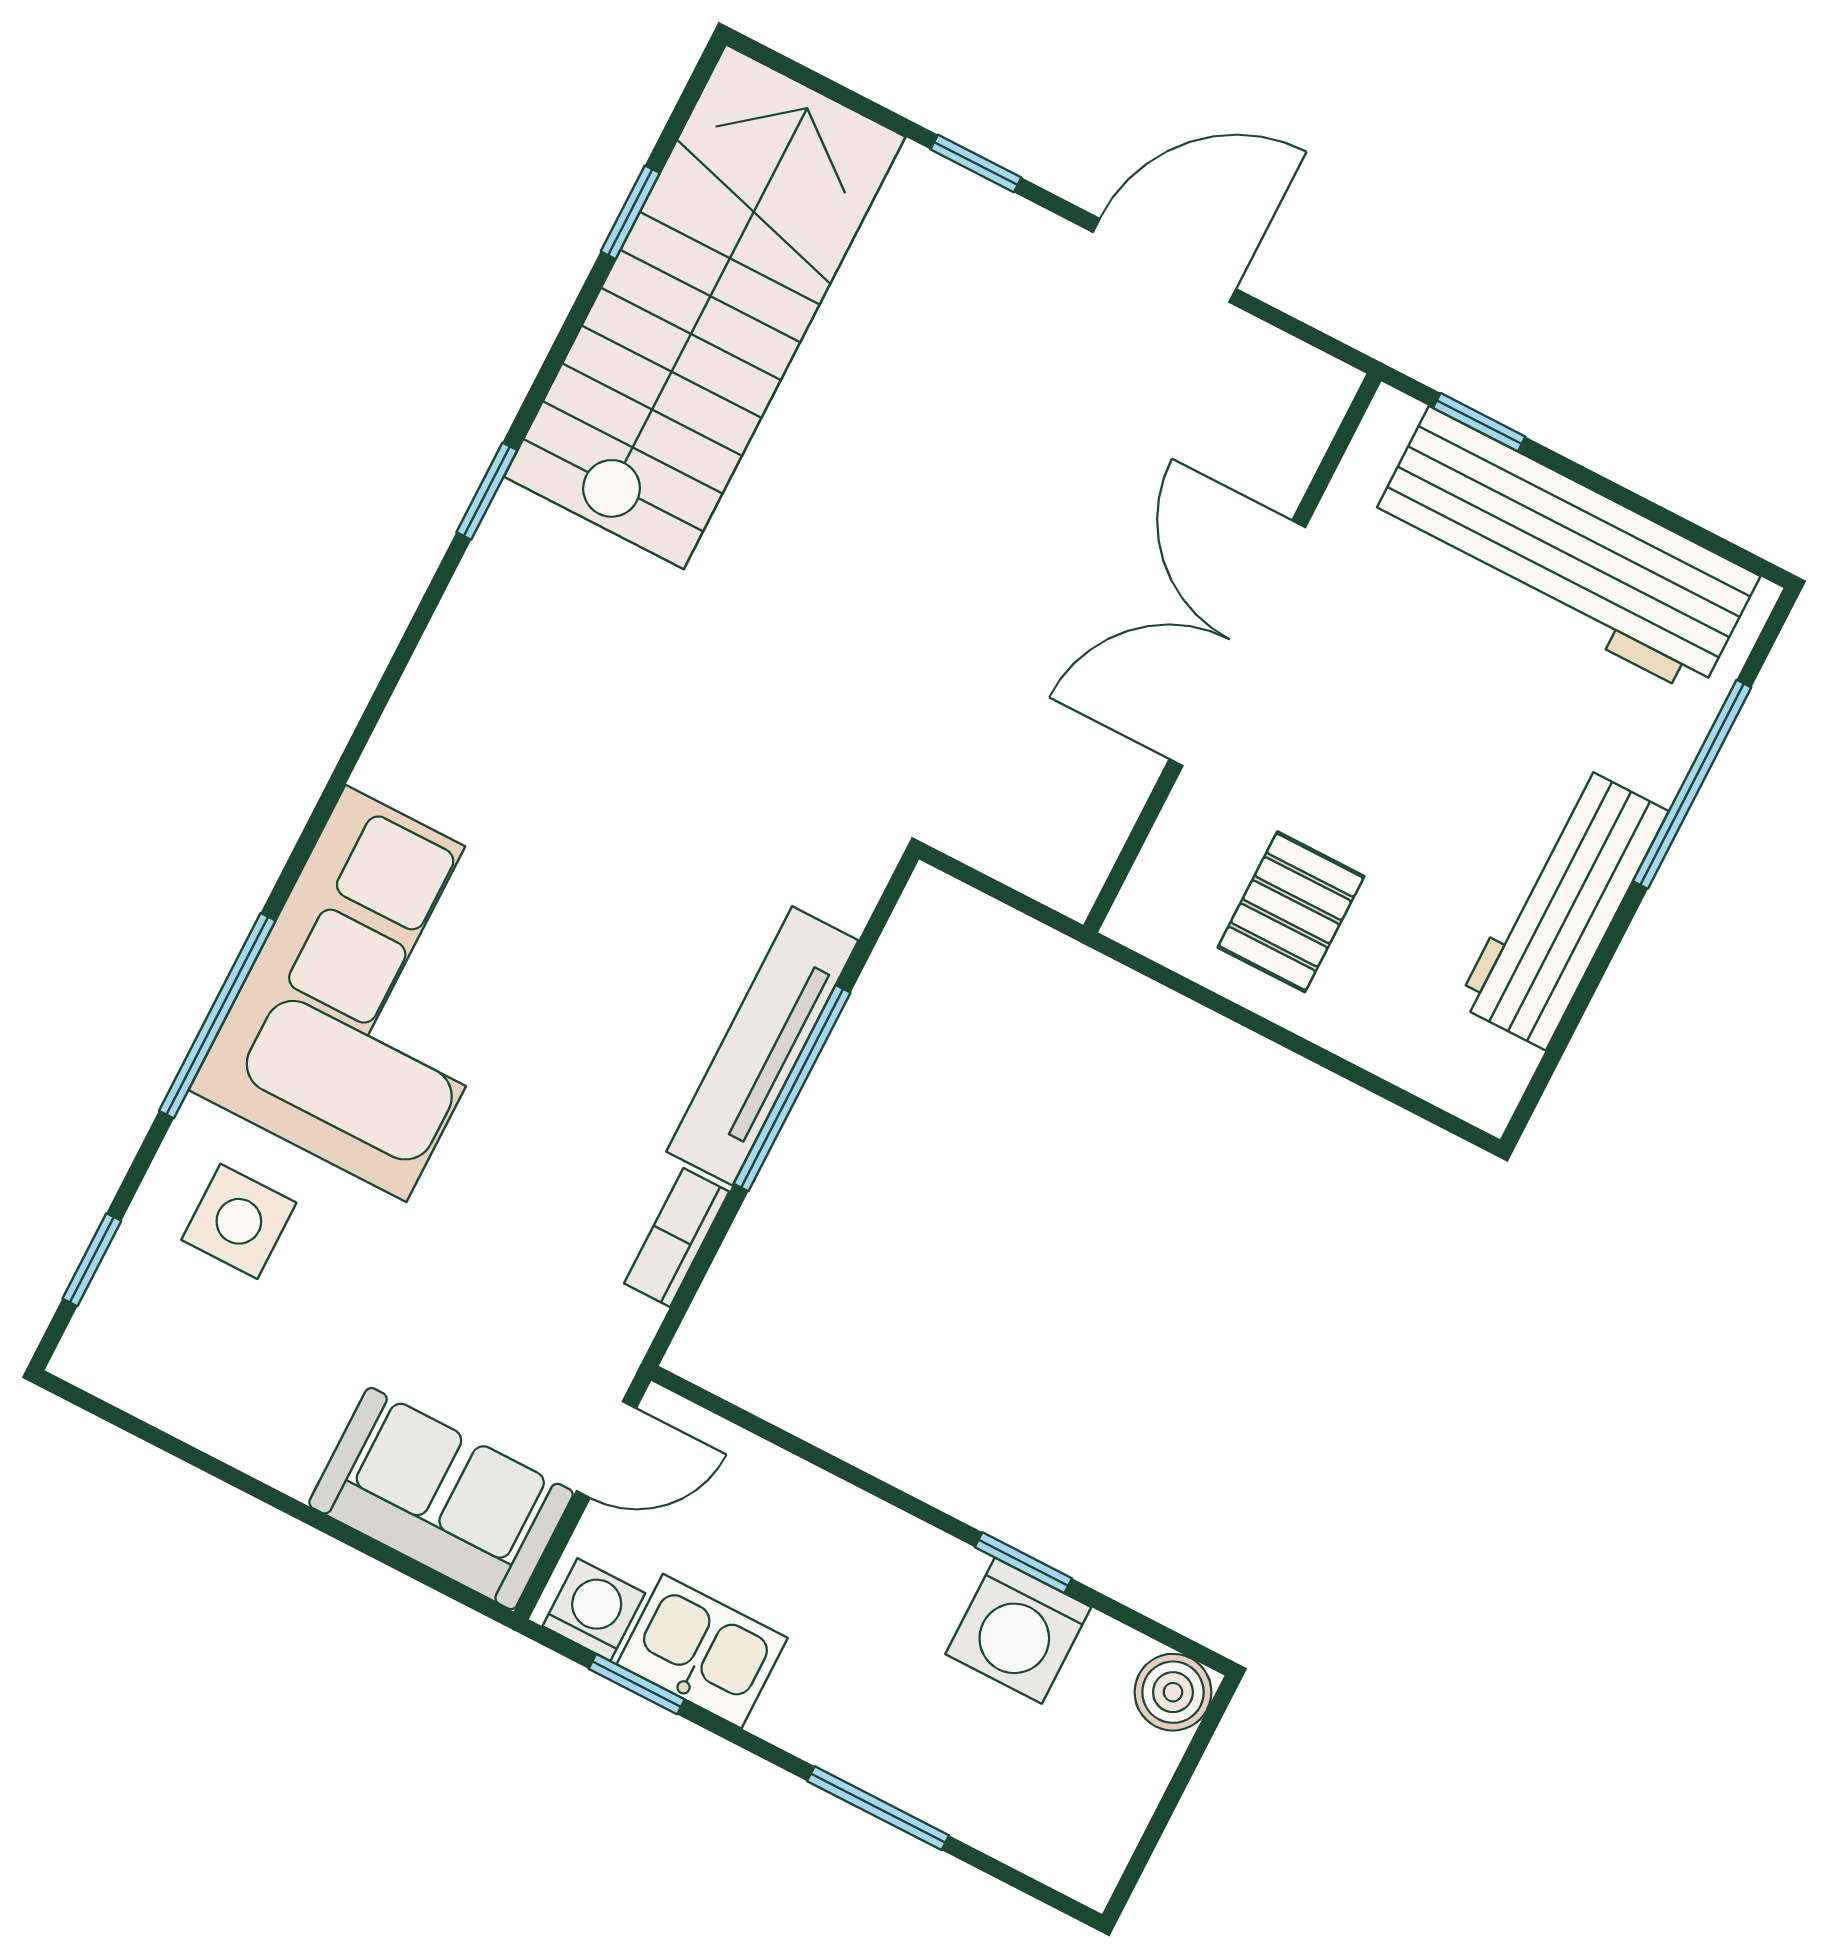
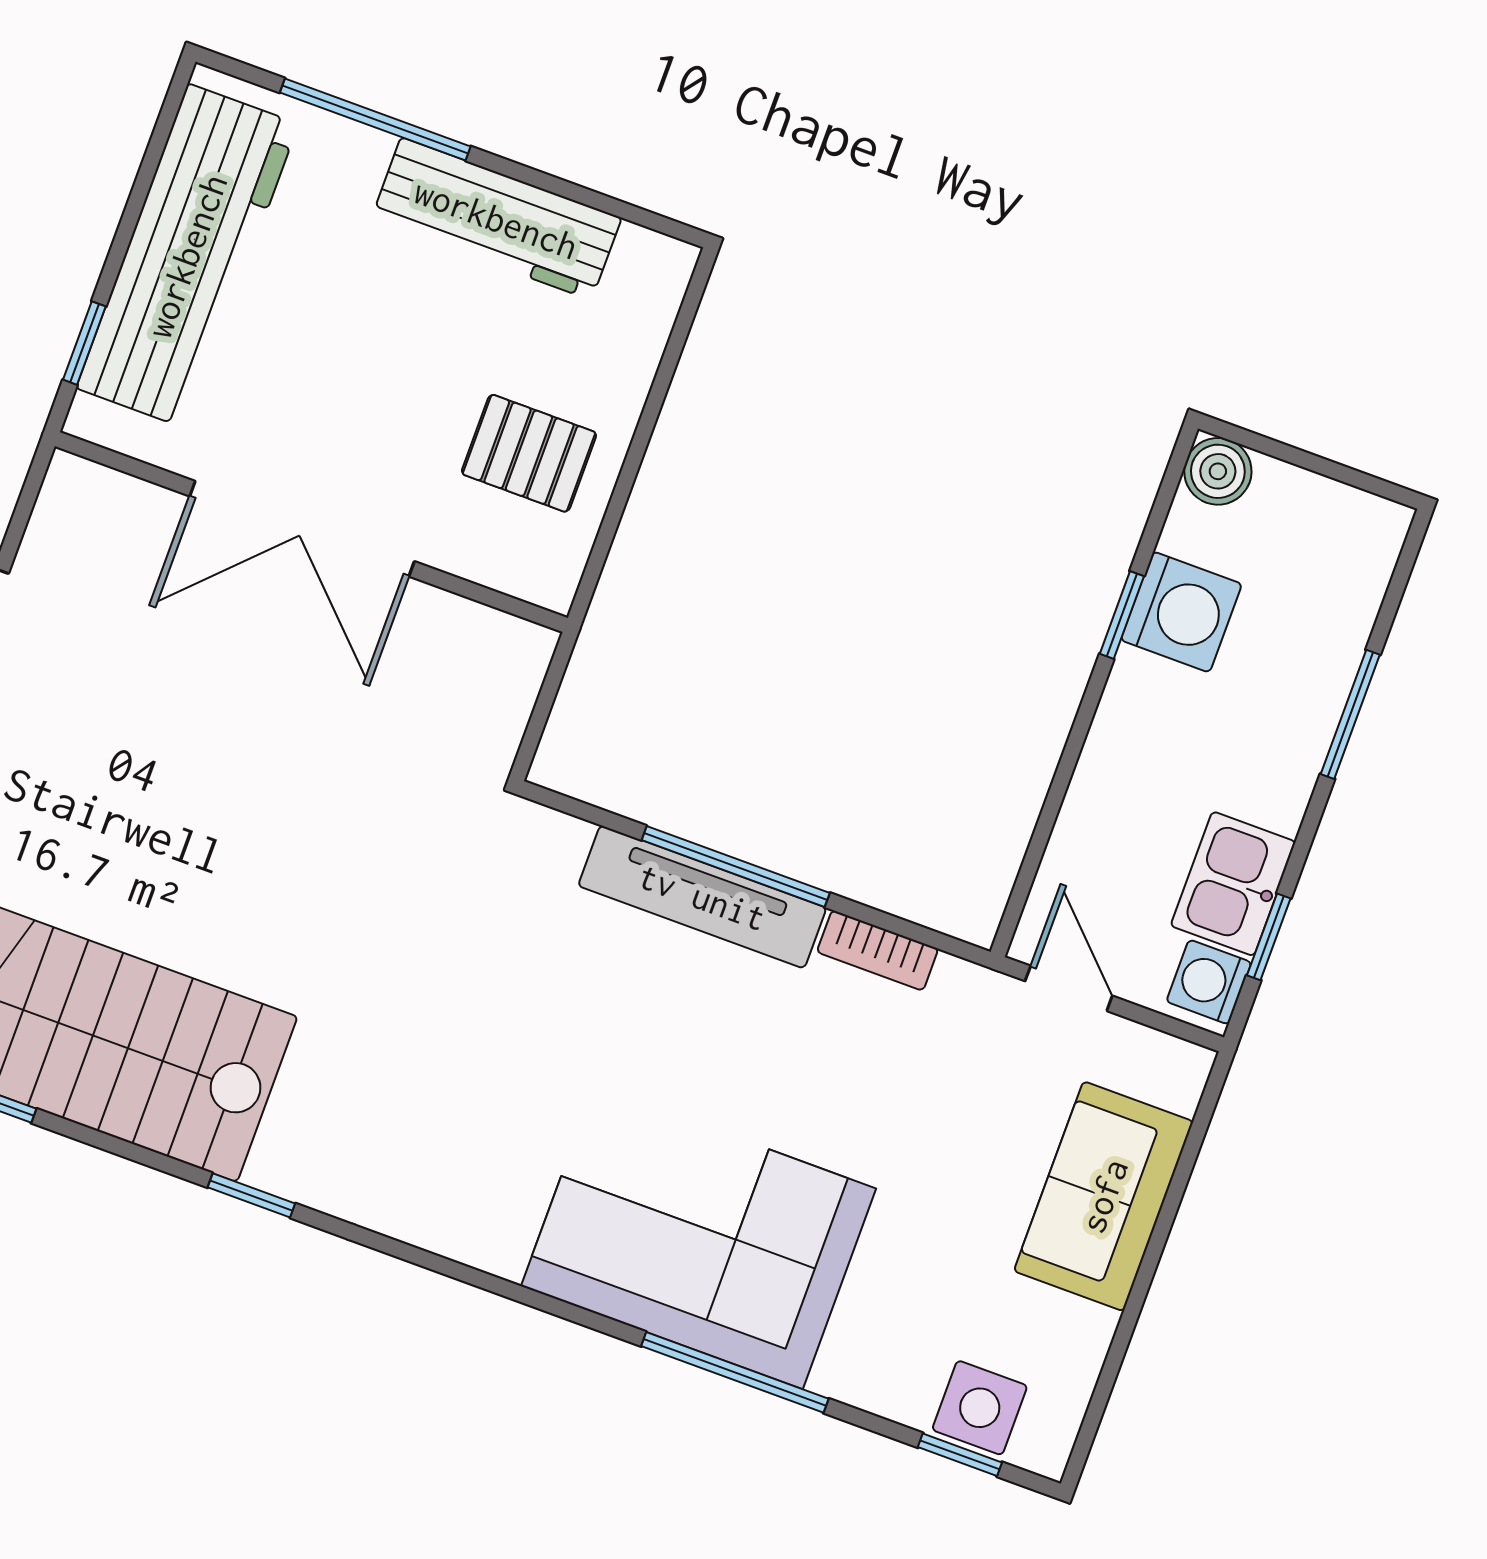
side table: (239, 1221) -> (980, 1408), moved
sofa: (441, 1499) -> (1104, 1196), moved

